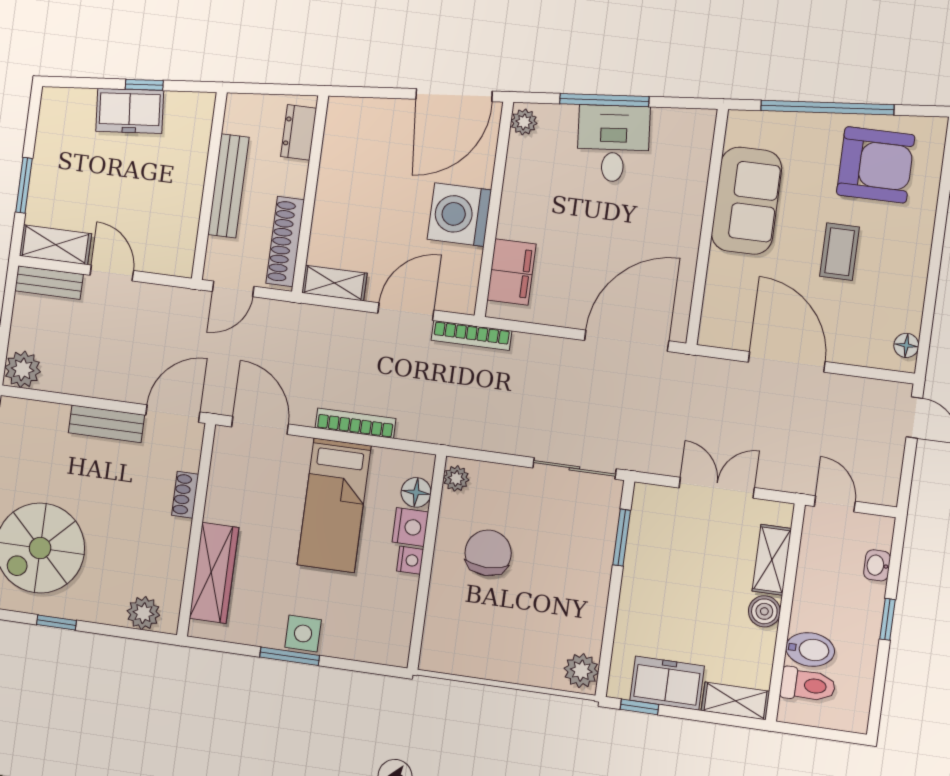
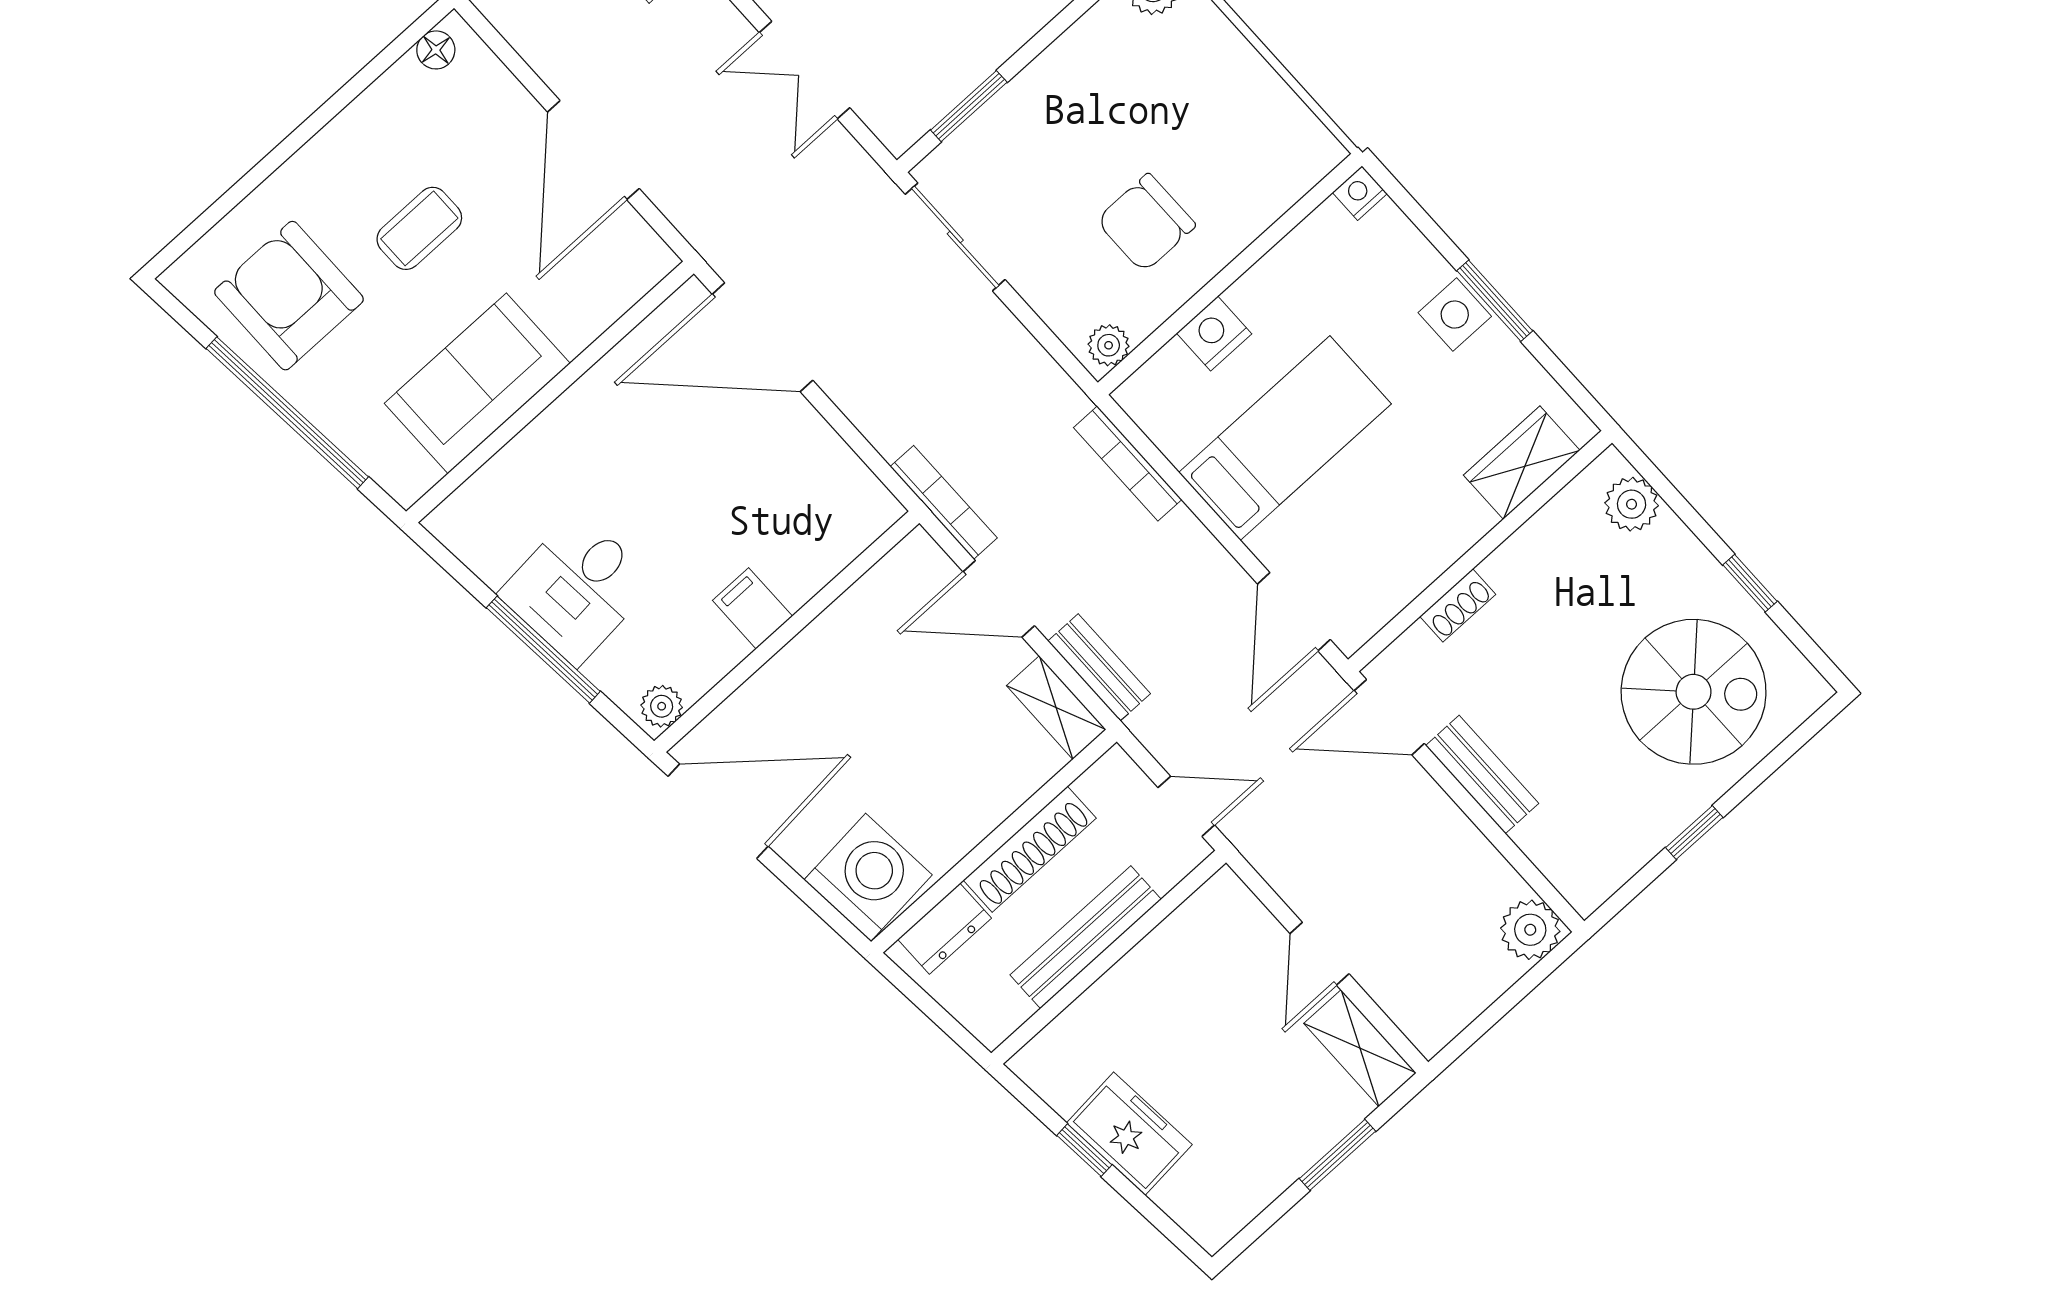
washing machine: (459, 215) -> (868, 877), moved, turned -95
shoe rack: (285, 242) -> (1030, 849), moved
filing cabinet: (511, 272) -> (752, 608), moved, width x0.50
bench: (49, 283) -> (1099, 667), moved
bookcase: (355, 423) -> (1128, 464), moved
floor lamp: (416, 492) -> (1172, 369), removed
nightstand: (410, 560) -> (1360, 193), moved
wardrobe: (214, 573) -> (1522, 463), width x0.67

